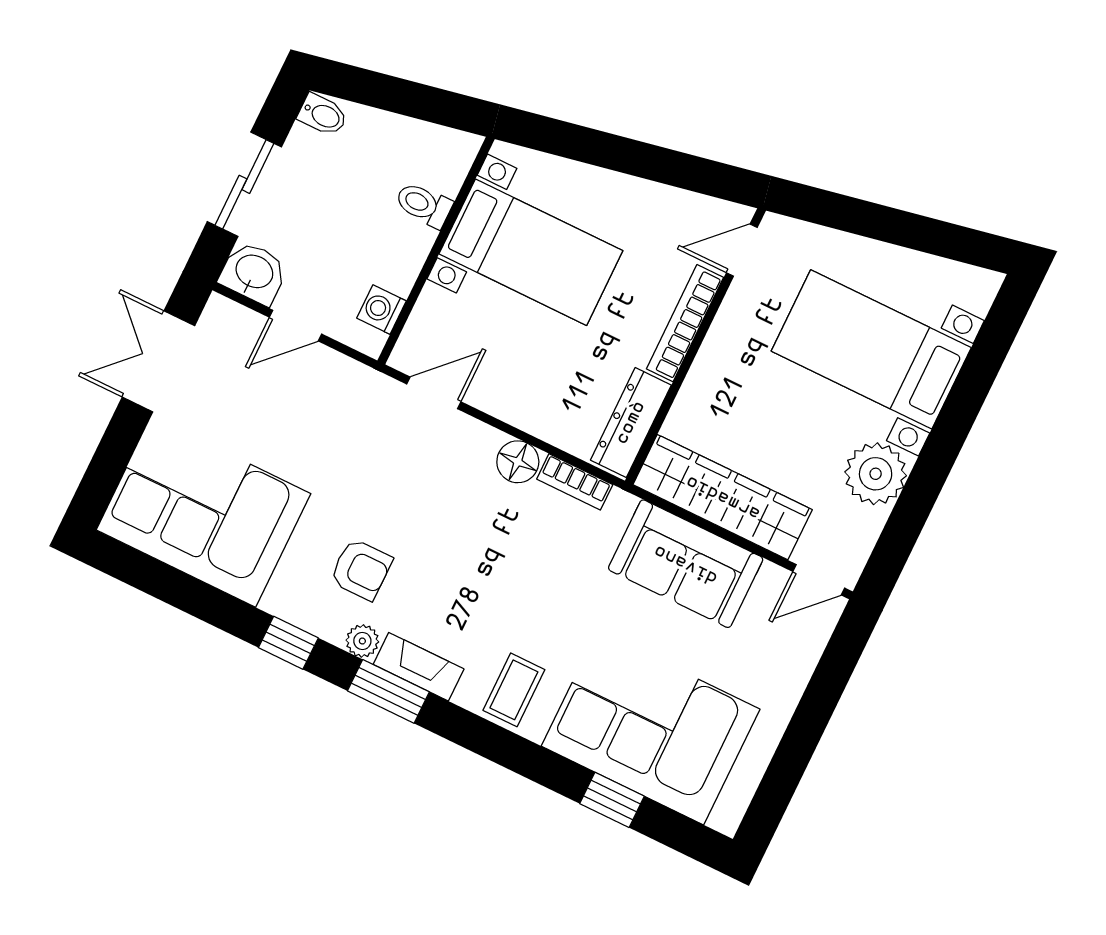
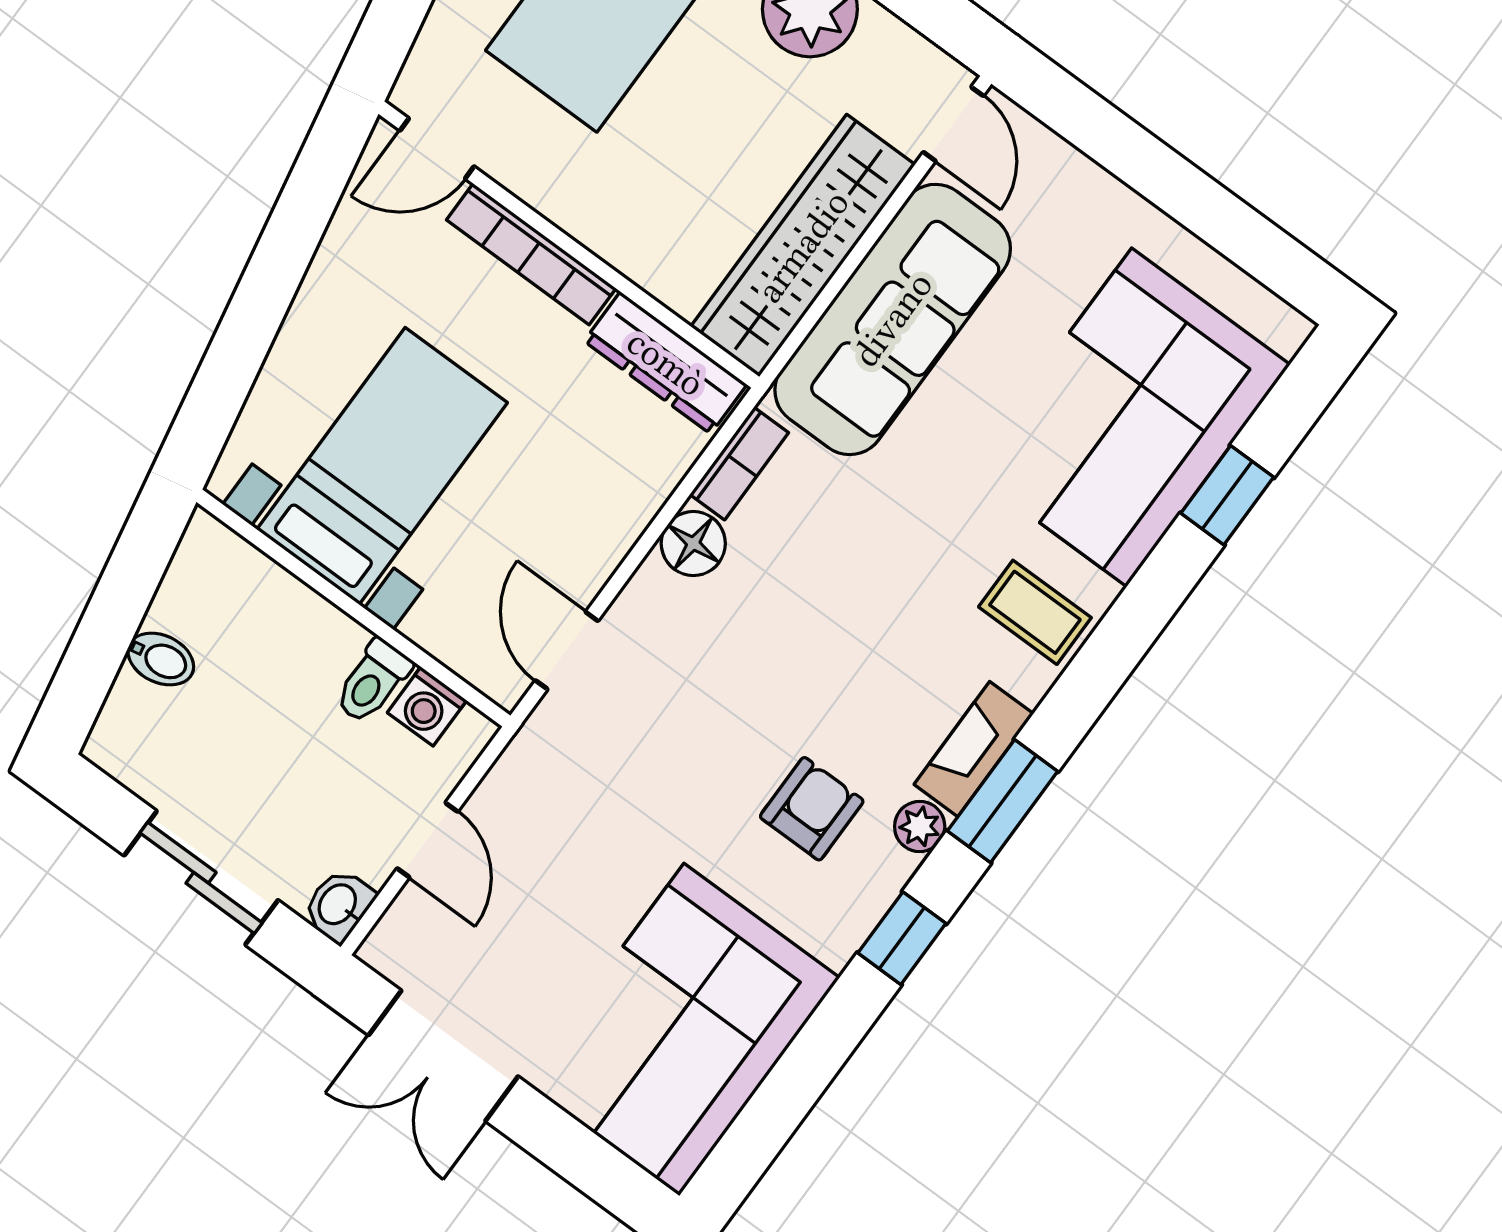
bidet: (323, 115) -> (161, 659), moved, turned 79
toilet: (424, 205) -> (373, 681), moved
door: (742, 250) -> (437, 149), hinge flipped
washbasin: (254, 273) -> (339, 905), width x0.72, depth x0.69
sofa: (686, 564) -> (893, 319), width x1.36

